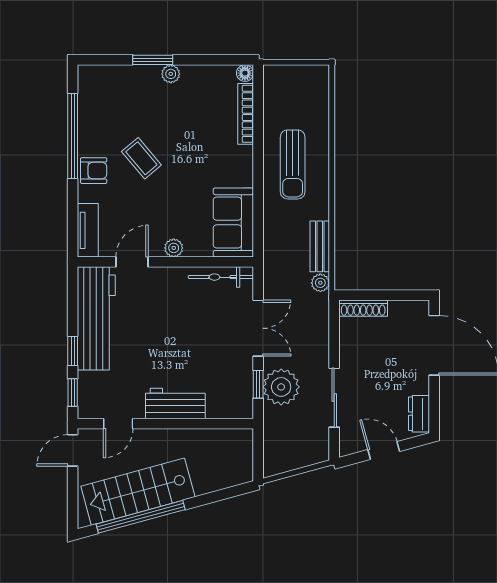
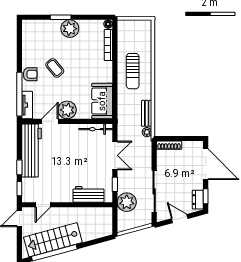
plant: (171, 74) -> (70, 29), width x1.88, depth x1.88
window: (73, 136) -> (19, 94), moved
plant: (174, 248) -> (67, 110), width x1.88, depth x1.88
plant: (281, 387) -> (127, 202), moved
sliding door: (334, 398) -> (154, 191), width x1.37
workbench: (175, 404) -> (89, 194), moved
window: (434, 407) -> (206, 196), added

